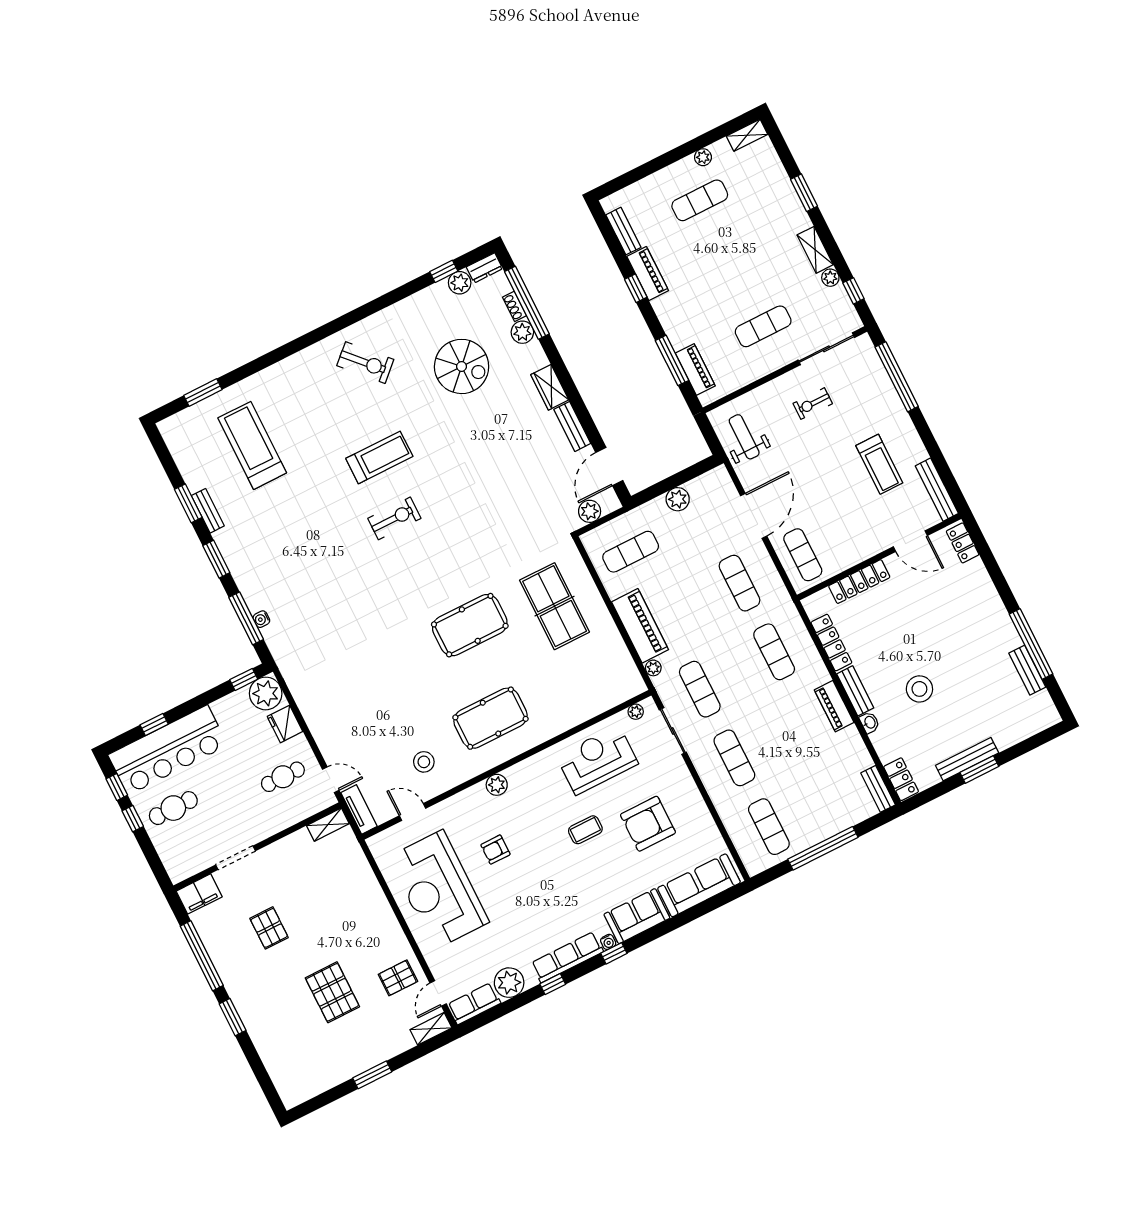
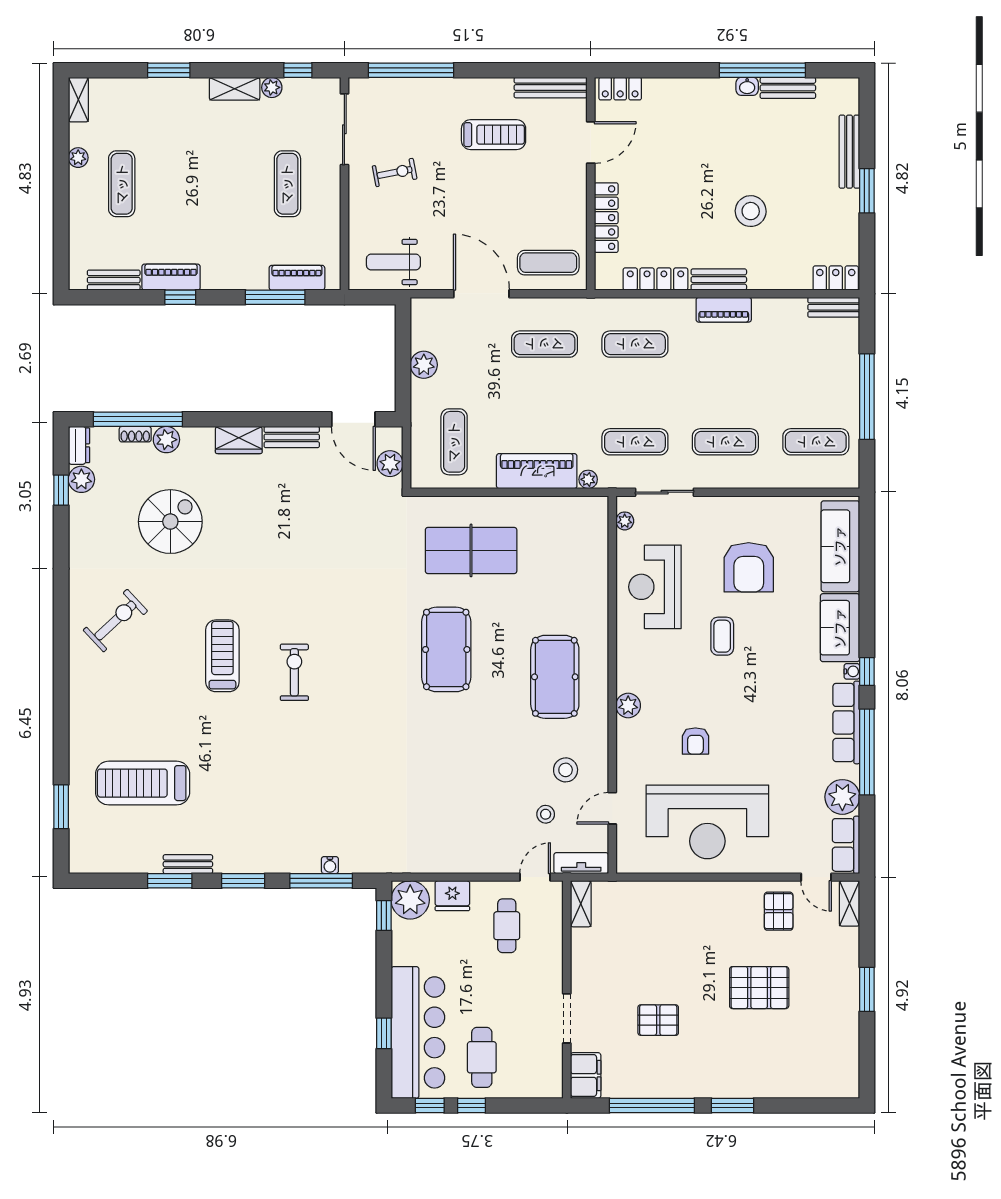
exercise bike: (813, 403) -> (395, 172), turned -101
washbasin: (870, 722) -> (747, 86), moved, turned 180
bench: (967, 759) -> (849, 152), moved
stool: (383, 764) -> (546, 814), added
window: (553, 984) -> (867, 752), width x3.17

